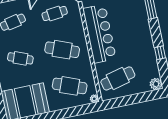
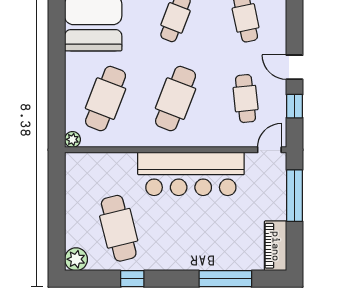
cafe table: (118, 78) -> (119, 228), moved

